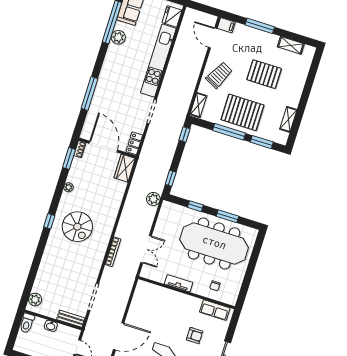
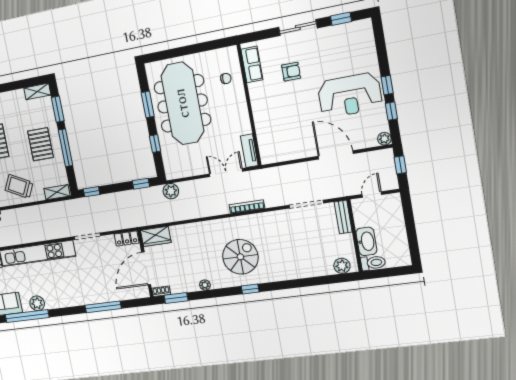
pallet: (242, 112) -> (40, 144), width x0.73, depth x0.71
shelving: (288, 119) -> (37, 91), moved
tv unit: (179, 283) -> (249, 151), moved
washbasin: (51, 326) -> (366, 241), width x1.91, depth x1.45
armchair: (195, 335) -> (291, 72), turned 90

